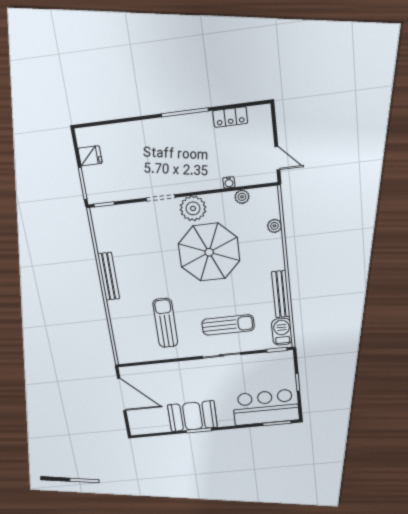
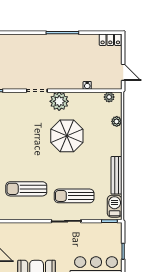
locker: (230, 117) -> (110, 40), moved
plant: (242, 197) -> (109, 97), moved
parasol: (209, 252) -> (67, 136), width x0.73, depth x0.73
sun lounger: (165, 323) -> (26, 189), turned -90
sun lounger: (228, 325) -> (74, 196), turned 180

